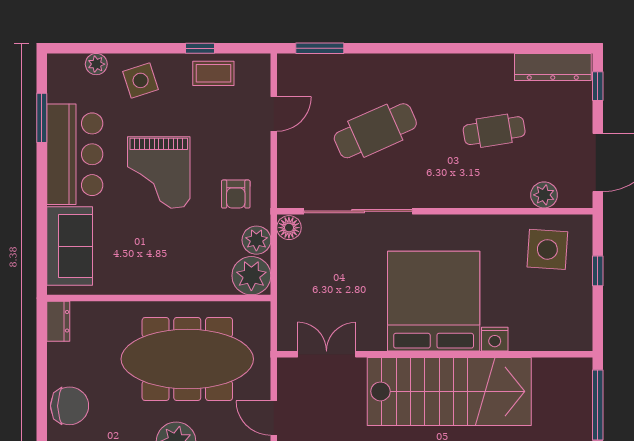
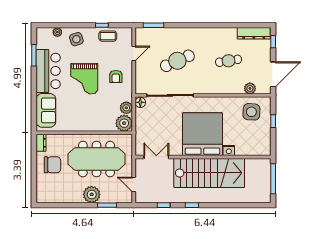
armchair: (236, 194) -> (116, 77), moved
chair: (70, 406) -> (52, 165), moved

